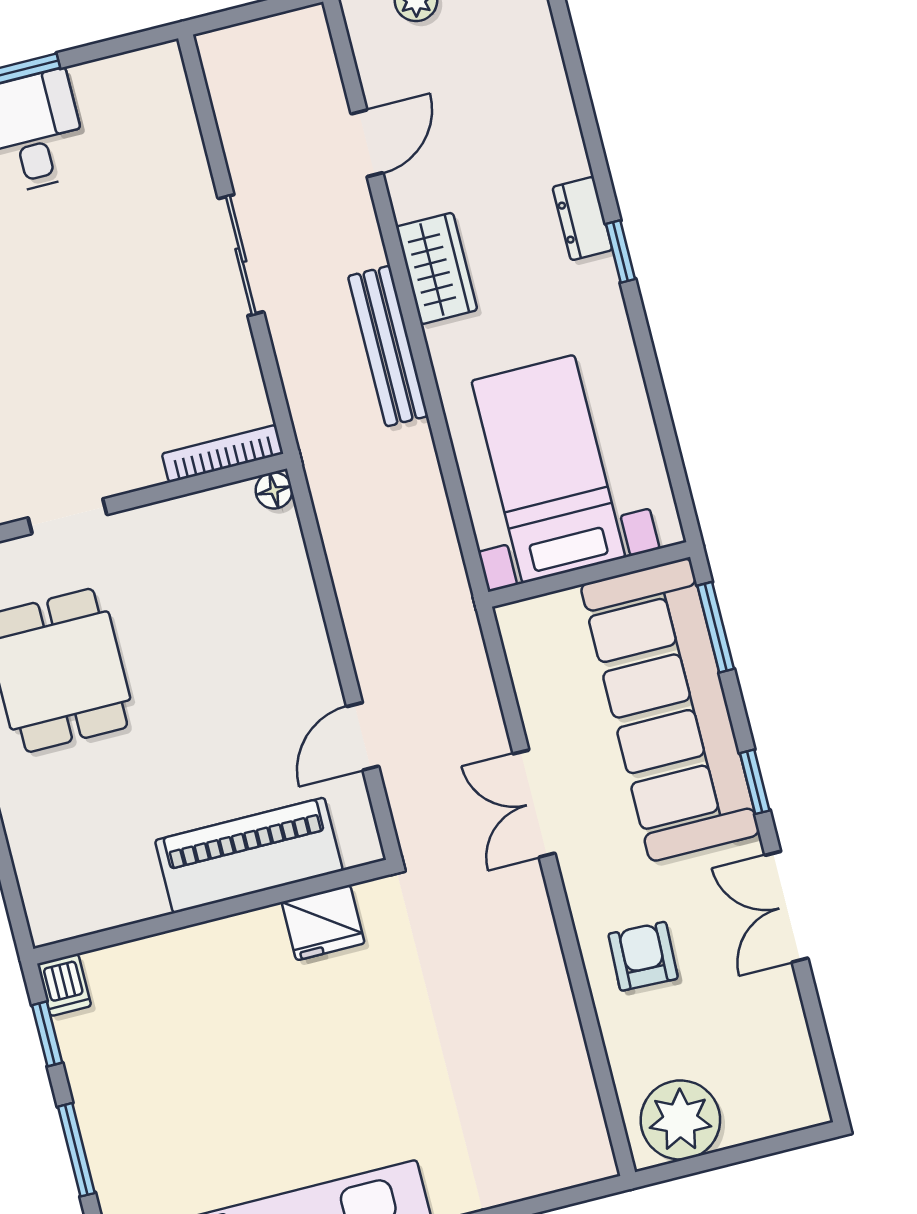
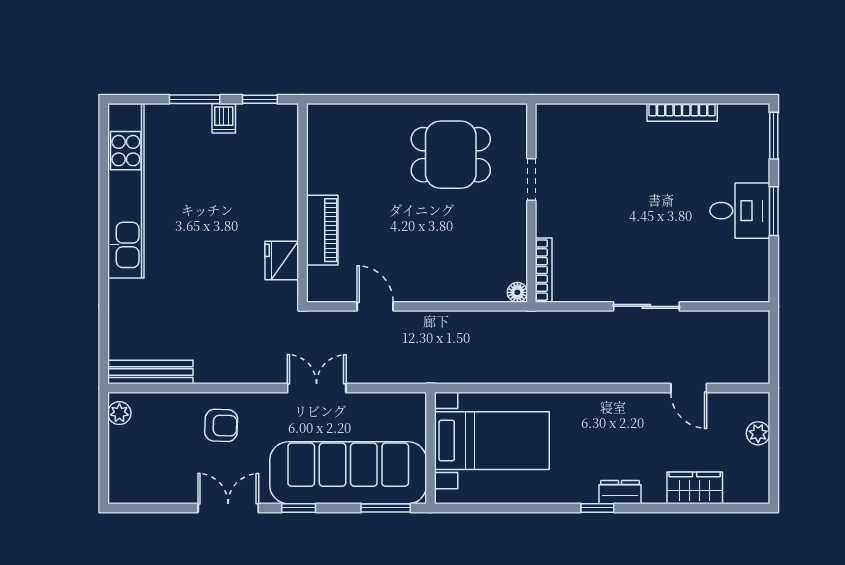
wardrobe: (437, 268) -> (695, 488), moved, turned 180
bench: (388, 346) -> (150, 372), moved
piano: (249, 855) -> (322, 230), width x0.73, depth x0.75
dishwasher: (64, 985) -> (224, 118), moved, turned -90
plant: (680, 1120) -> (119, 413), width x0.53, depth x0.53

